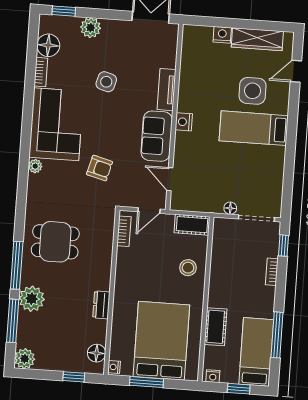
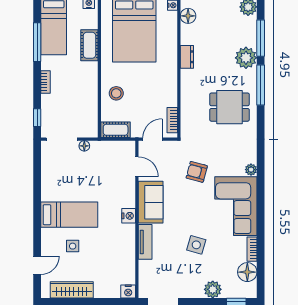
nightstand: (222, 35) -> (128, 291), moved
side table: (253, 91) -> (73, 246), width x0.54, depth x0.54
bookcase: (272, 272) -> (46, 82), moved

